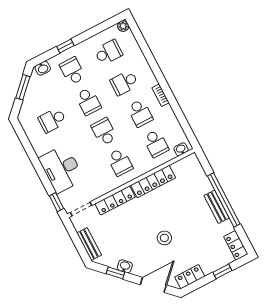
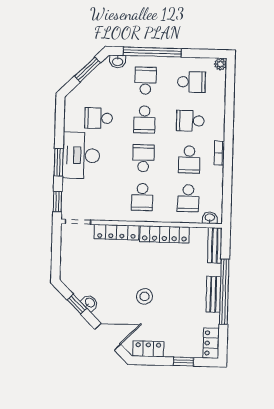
window: (65, 46) -> (152, 52), width x3.17
desk: (61, 169) -> (81, 155), moved
window: (40, 171) -> (59, 162), added
bench: (89, 244) -> (215, 245), moved

